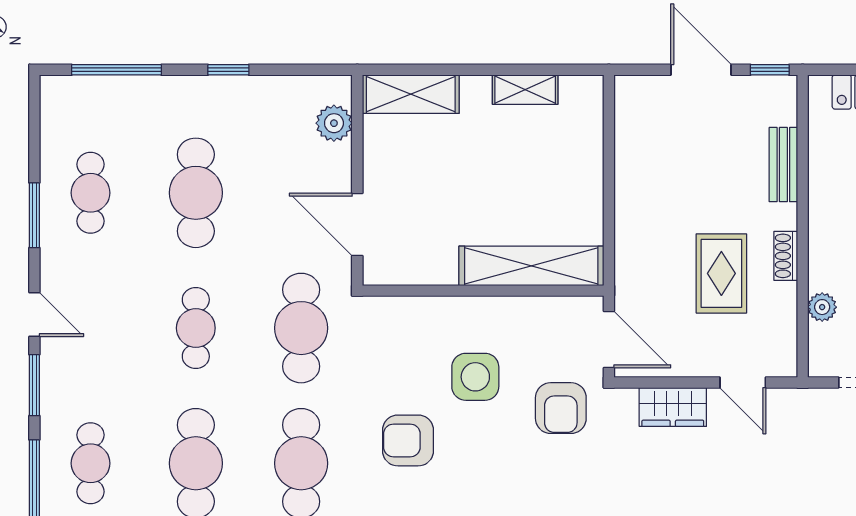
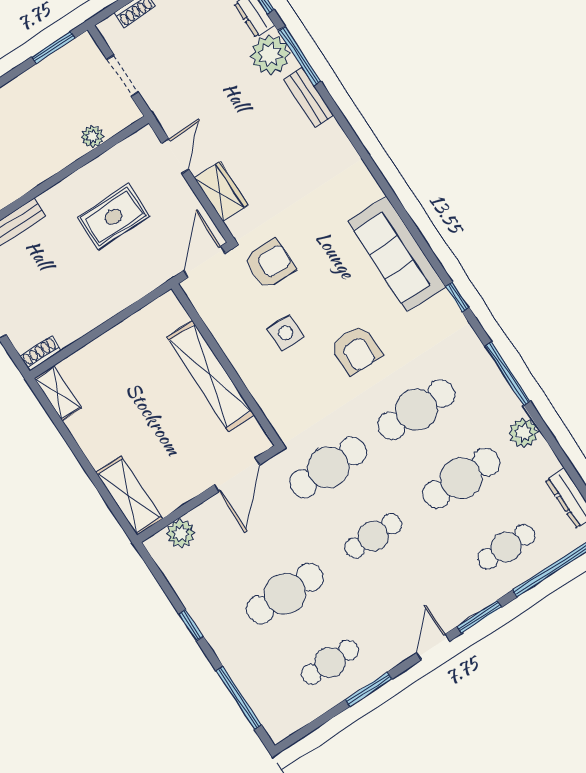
shelving: (525, 90) -> (58, 393), moved
shoe rack: (786, 256) -> (41, 353), moved, turned 180
shelving: (531, 266) -> (211, 376), moved
side table: (475, 377) -> (286, 333), width x0.73, depth x0.73

